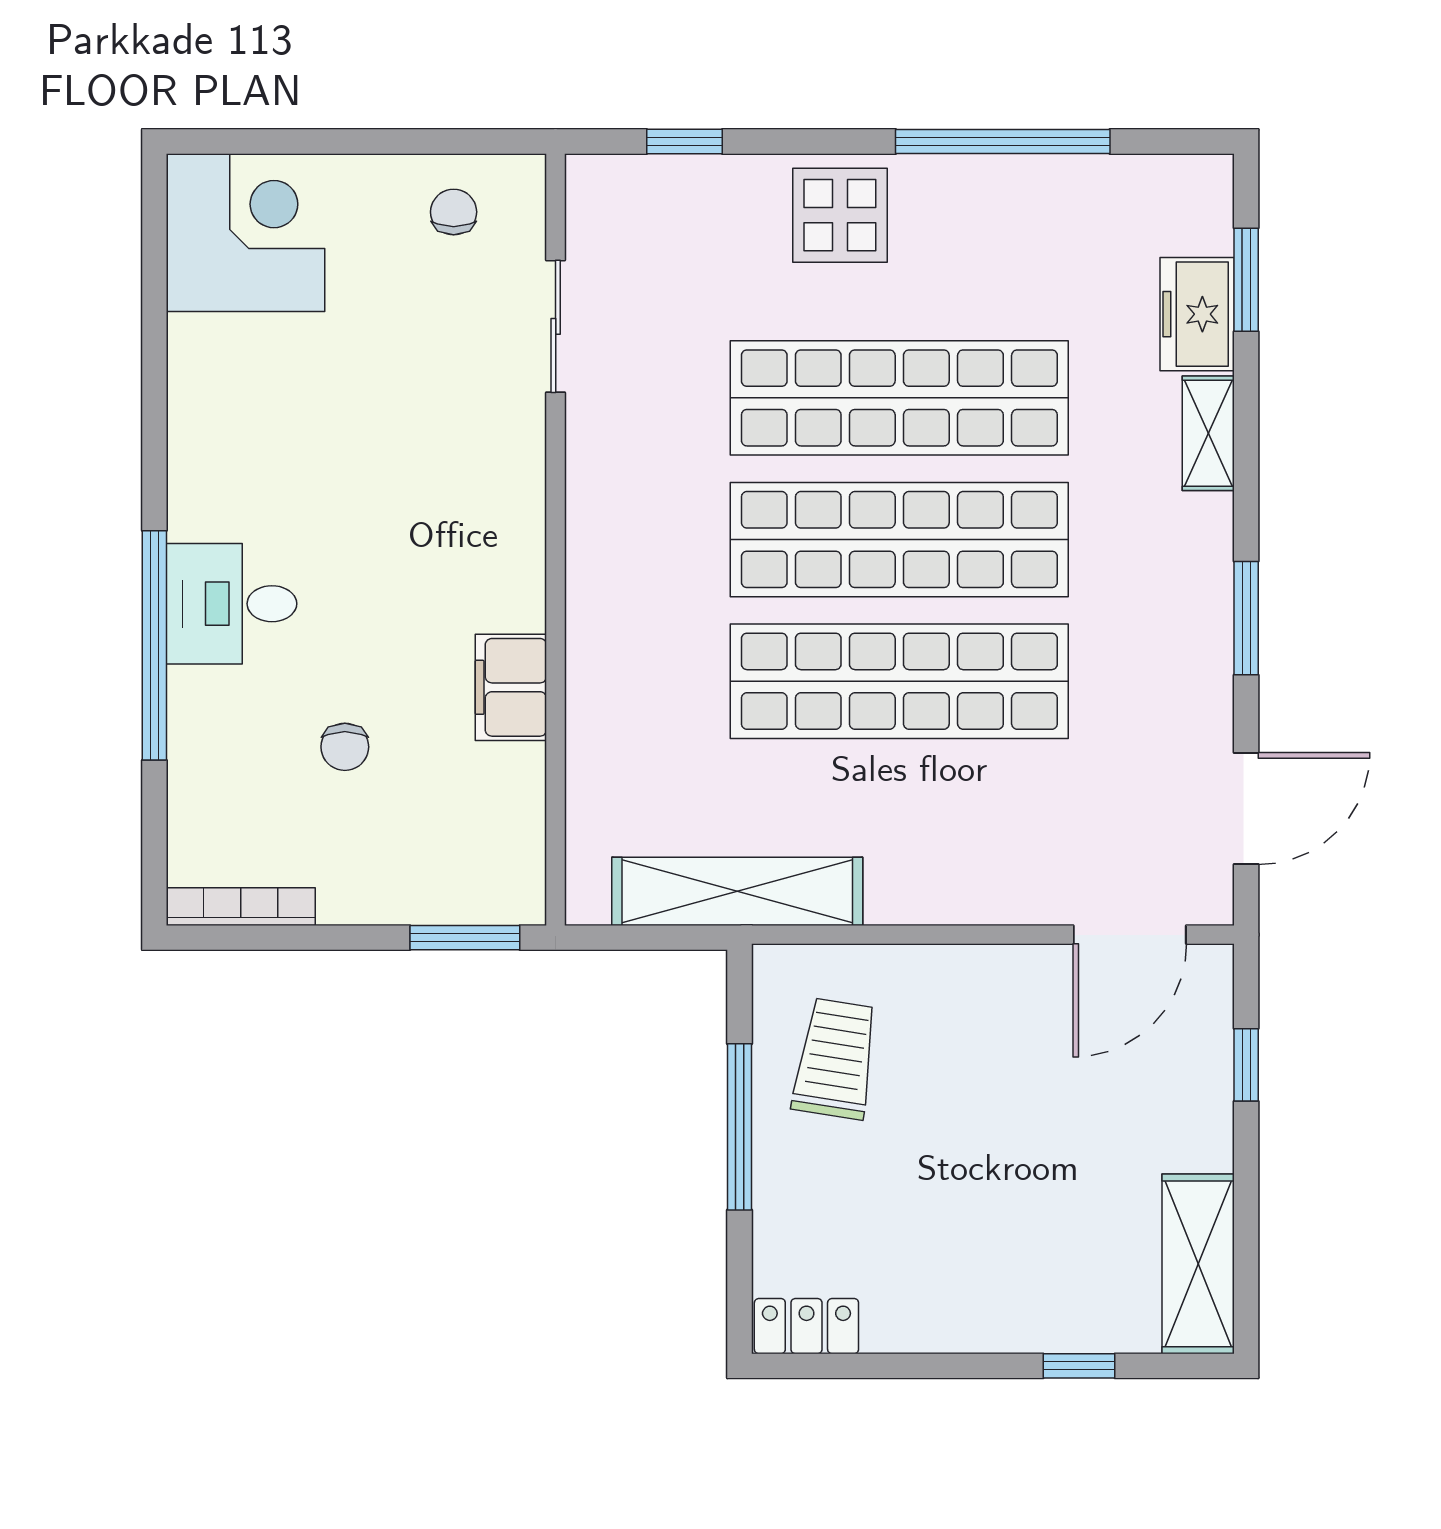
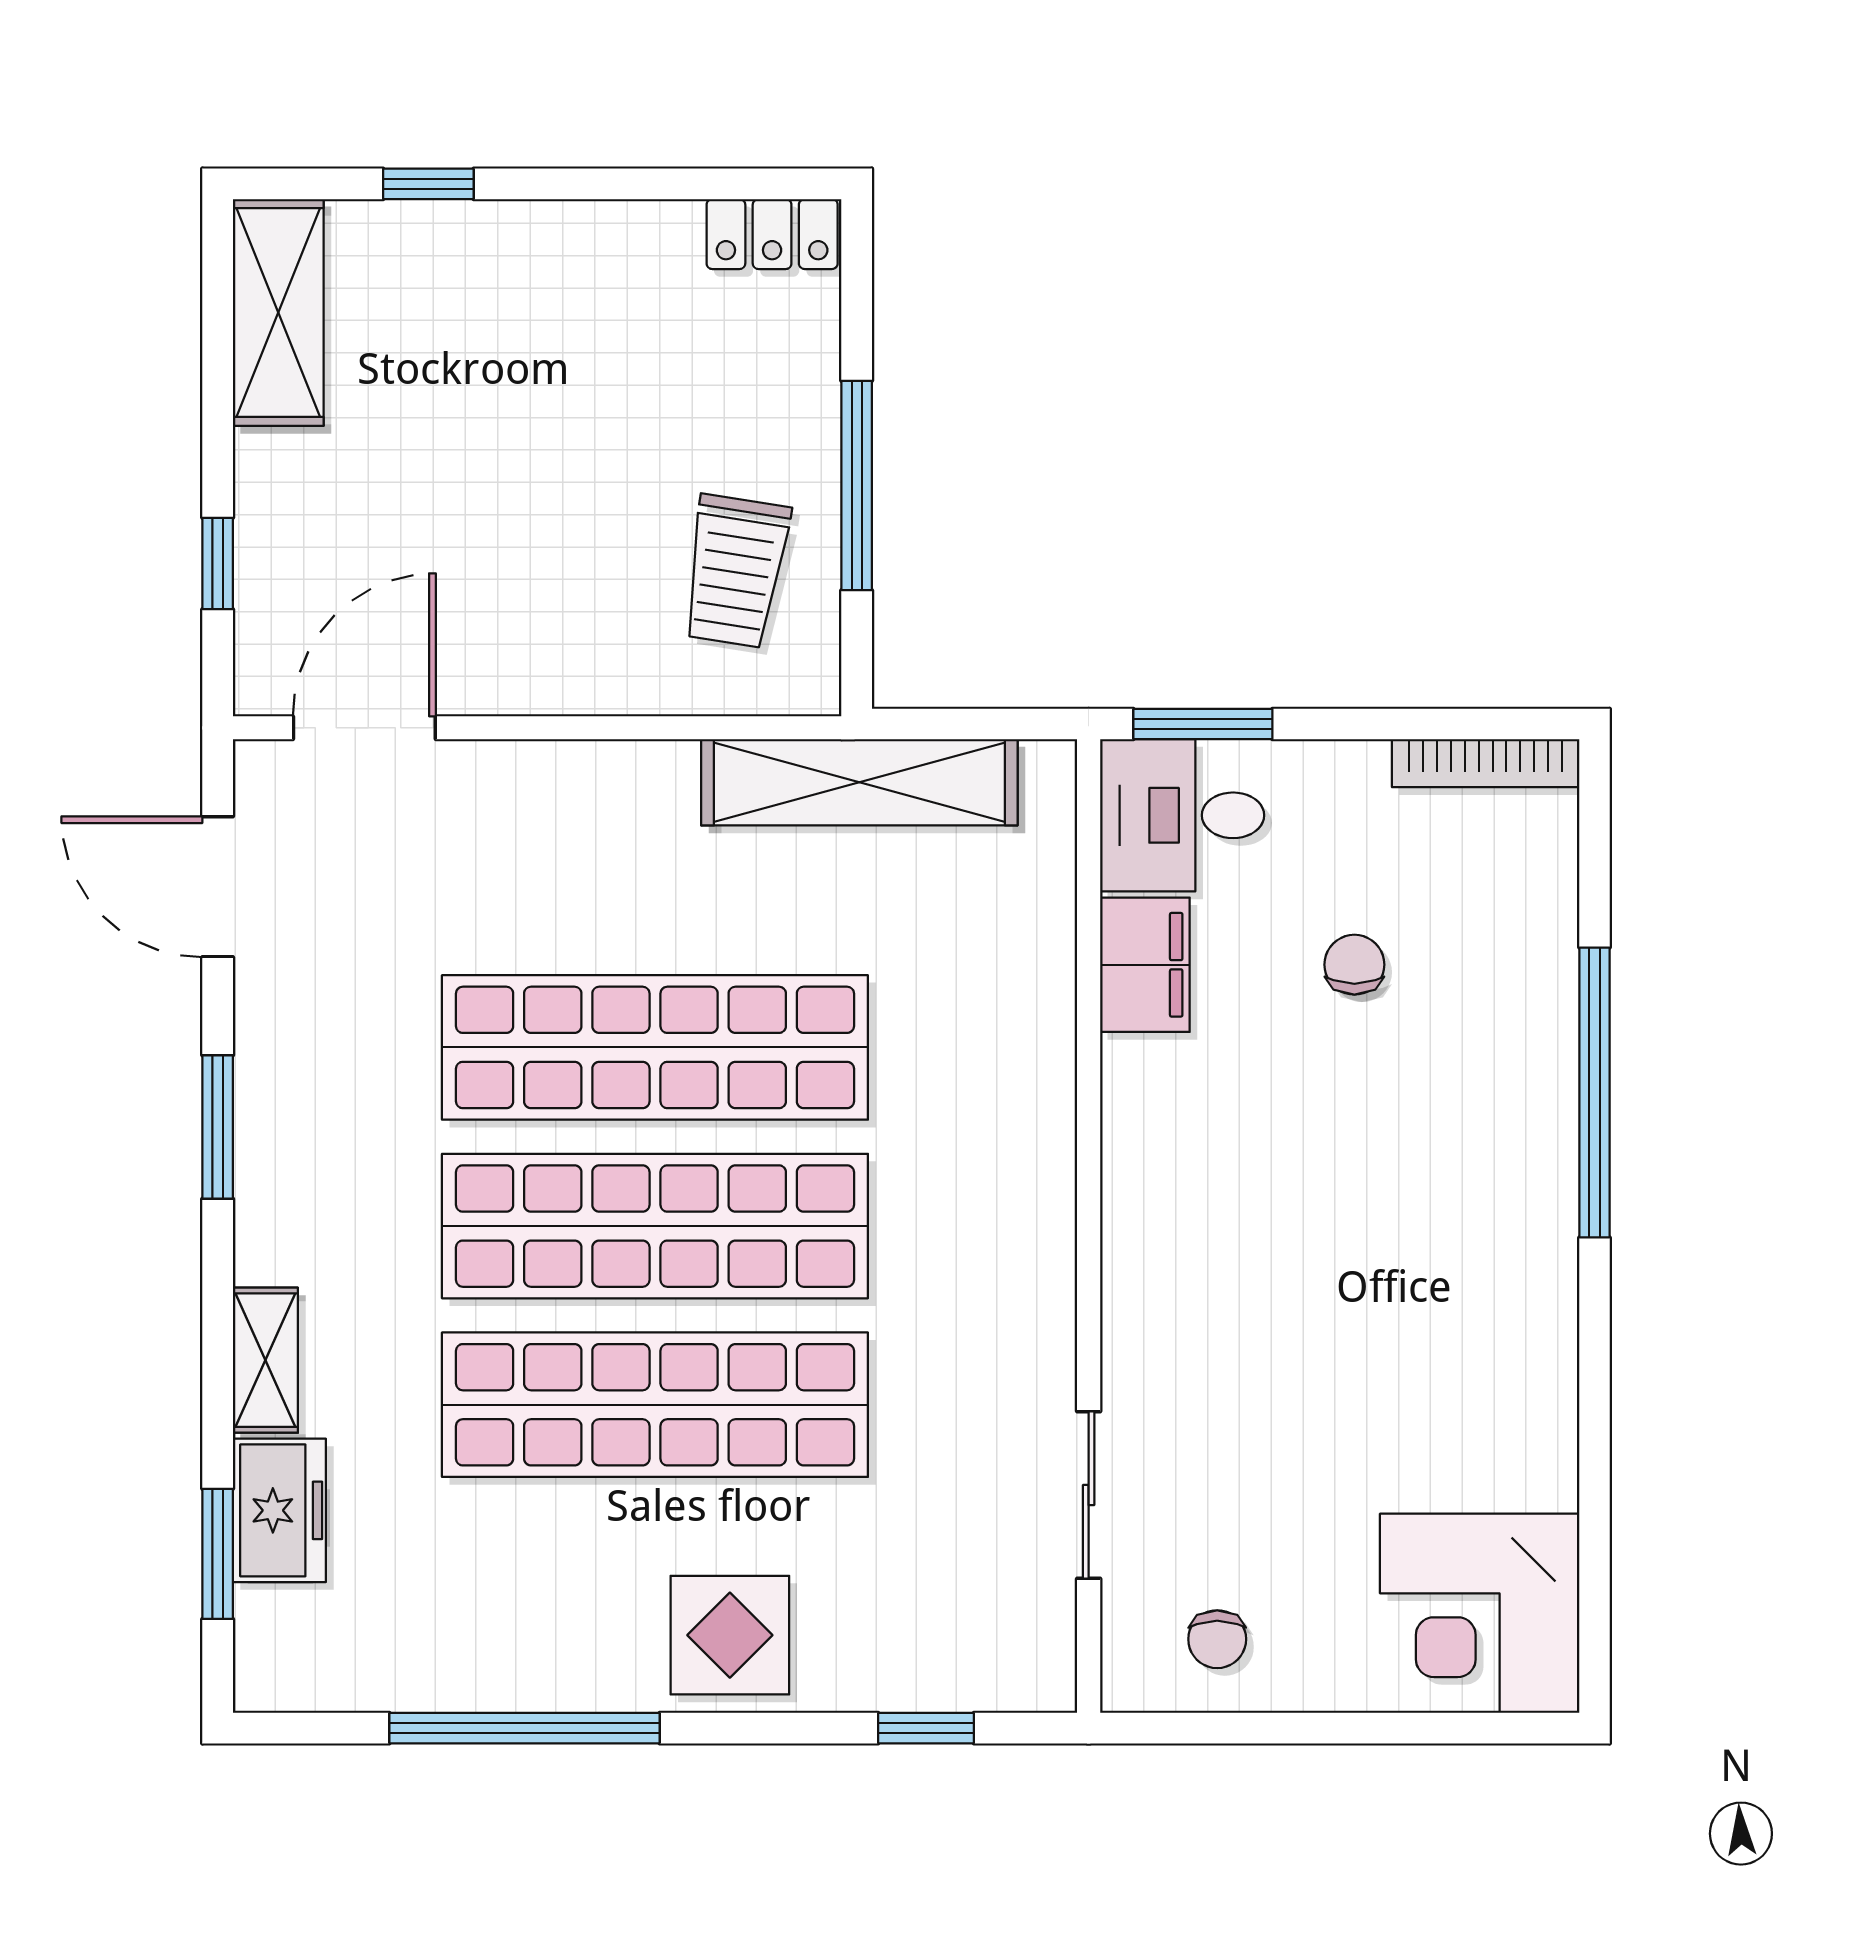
desk: (232, 604) -> (1182, 815), moved, turned 180
filing cabinet: (511, 687) -> (1145, 965), moved
door: (1246, 809) -> (218, 887), hinge flipped

